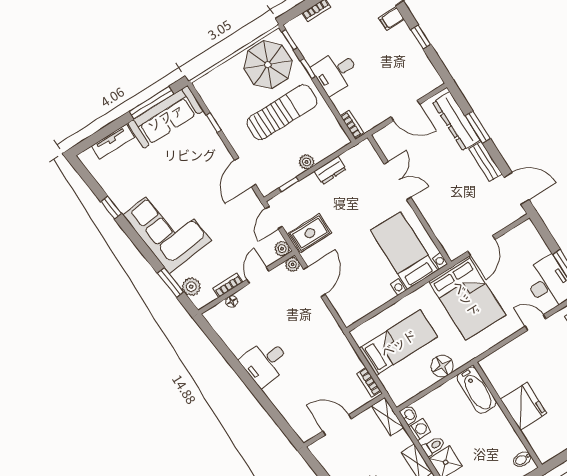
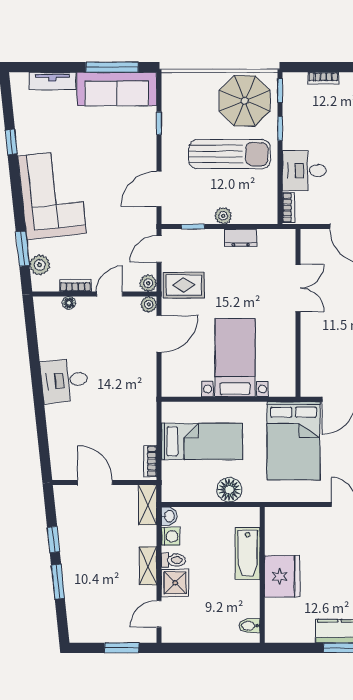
desk: (336, 72) -> (304, 171), moved
bed with nightstands: (404, 250) -> (235, 358), moved
bathtub: (477, 390) -> (247, 554), moved

